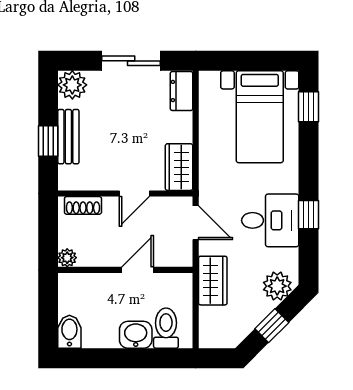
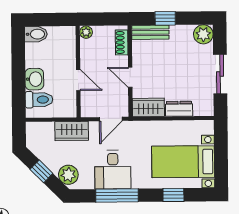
dresser: (182, 91) -> (179, 109), moved
window: (309, 107) -> (173, 195), moved
bench: (68, 137) -> (150, 32), moved
window: (309, 215) -> (117, 196), width x2.17

